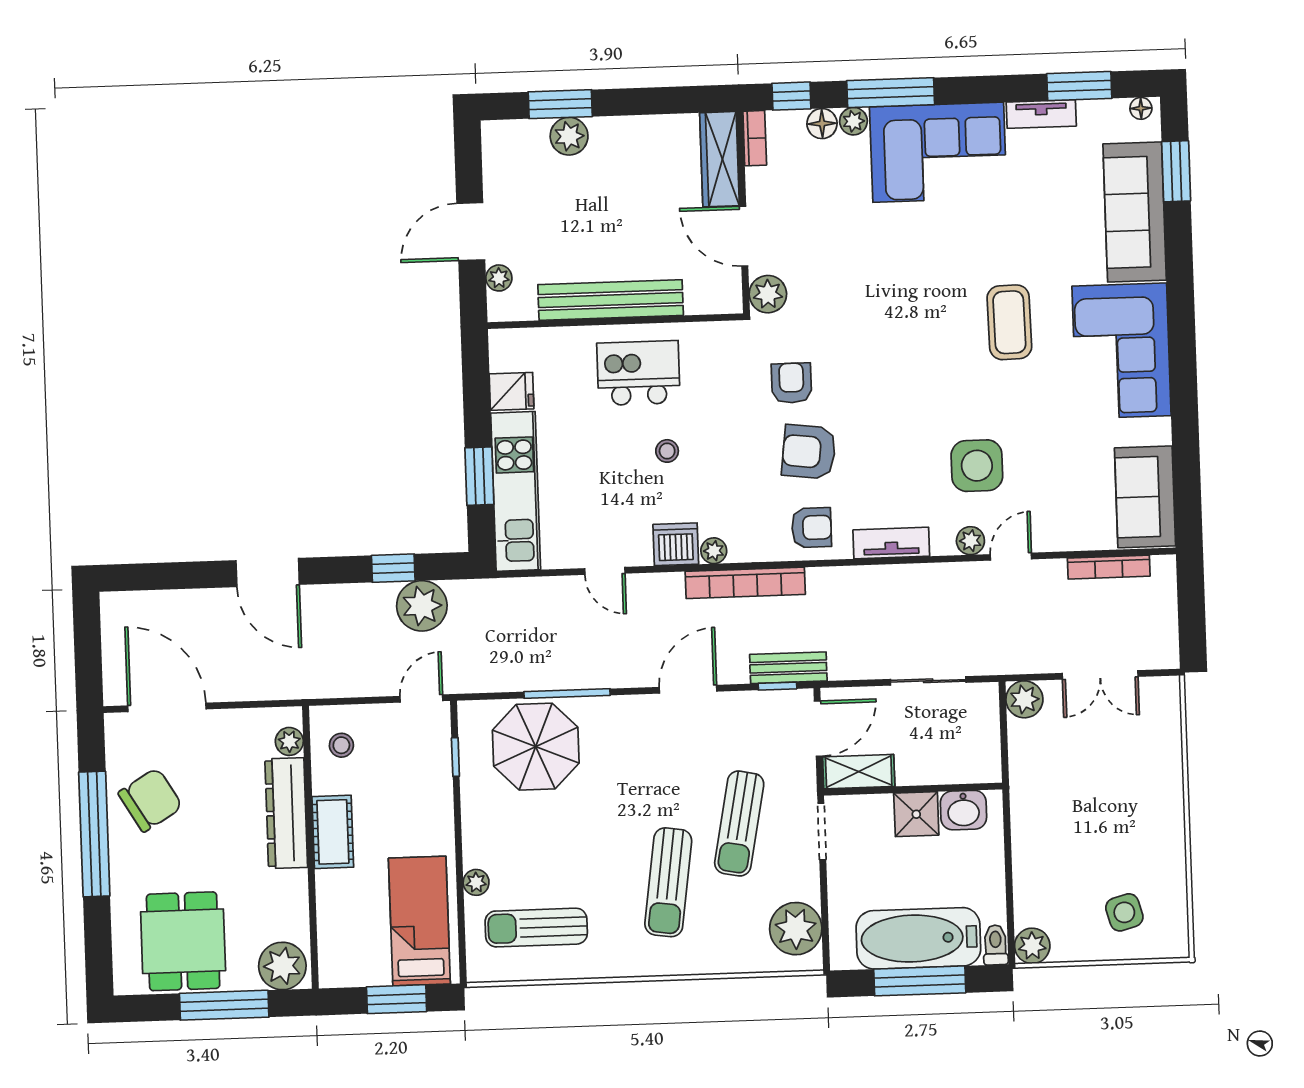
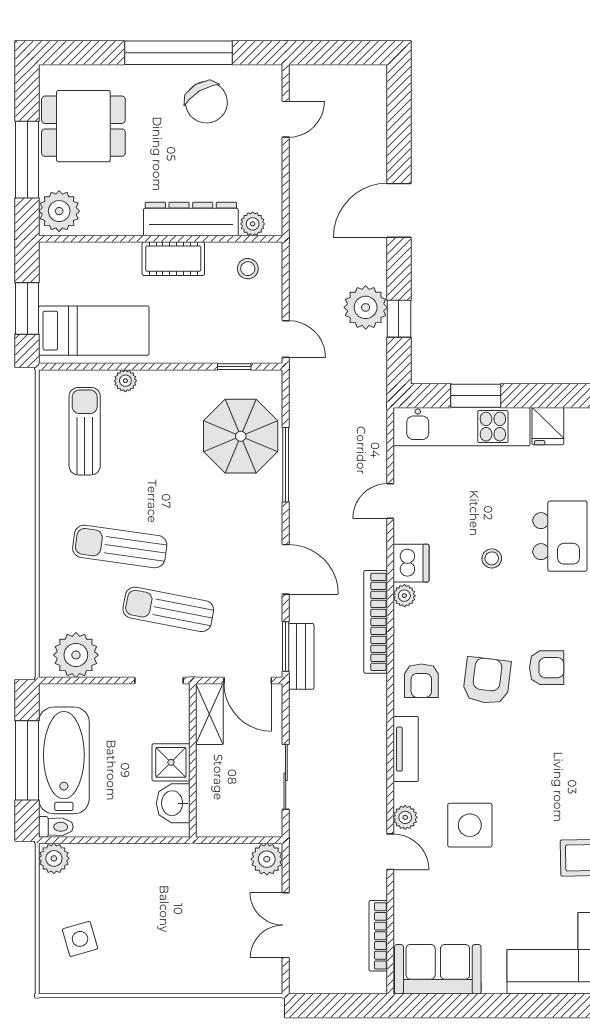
plant: (422, 606) -> (366, 307), moved
window: (777, 686) -> (286, 647), width x1.50
door: (167, 707) -> (286, 119), width x0.53

